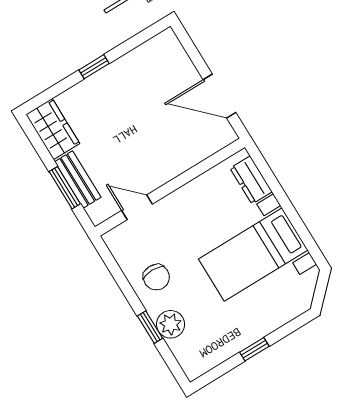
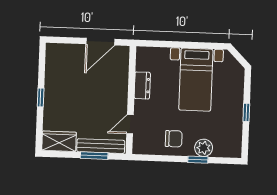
bench: (78, 179) -> (101, 146), width x1.36
dresser: (251, 180) -> (142, 85), moved, turned -90

